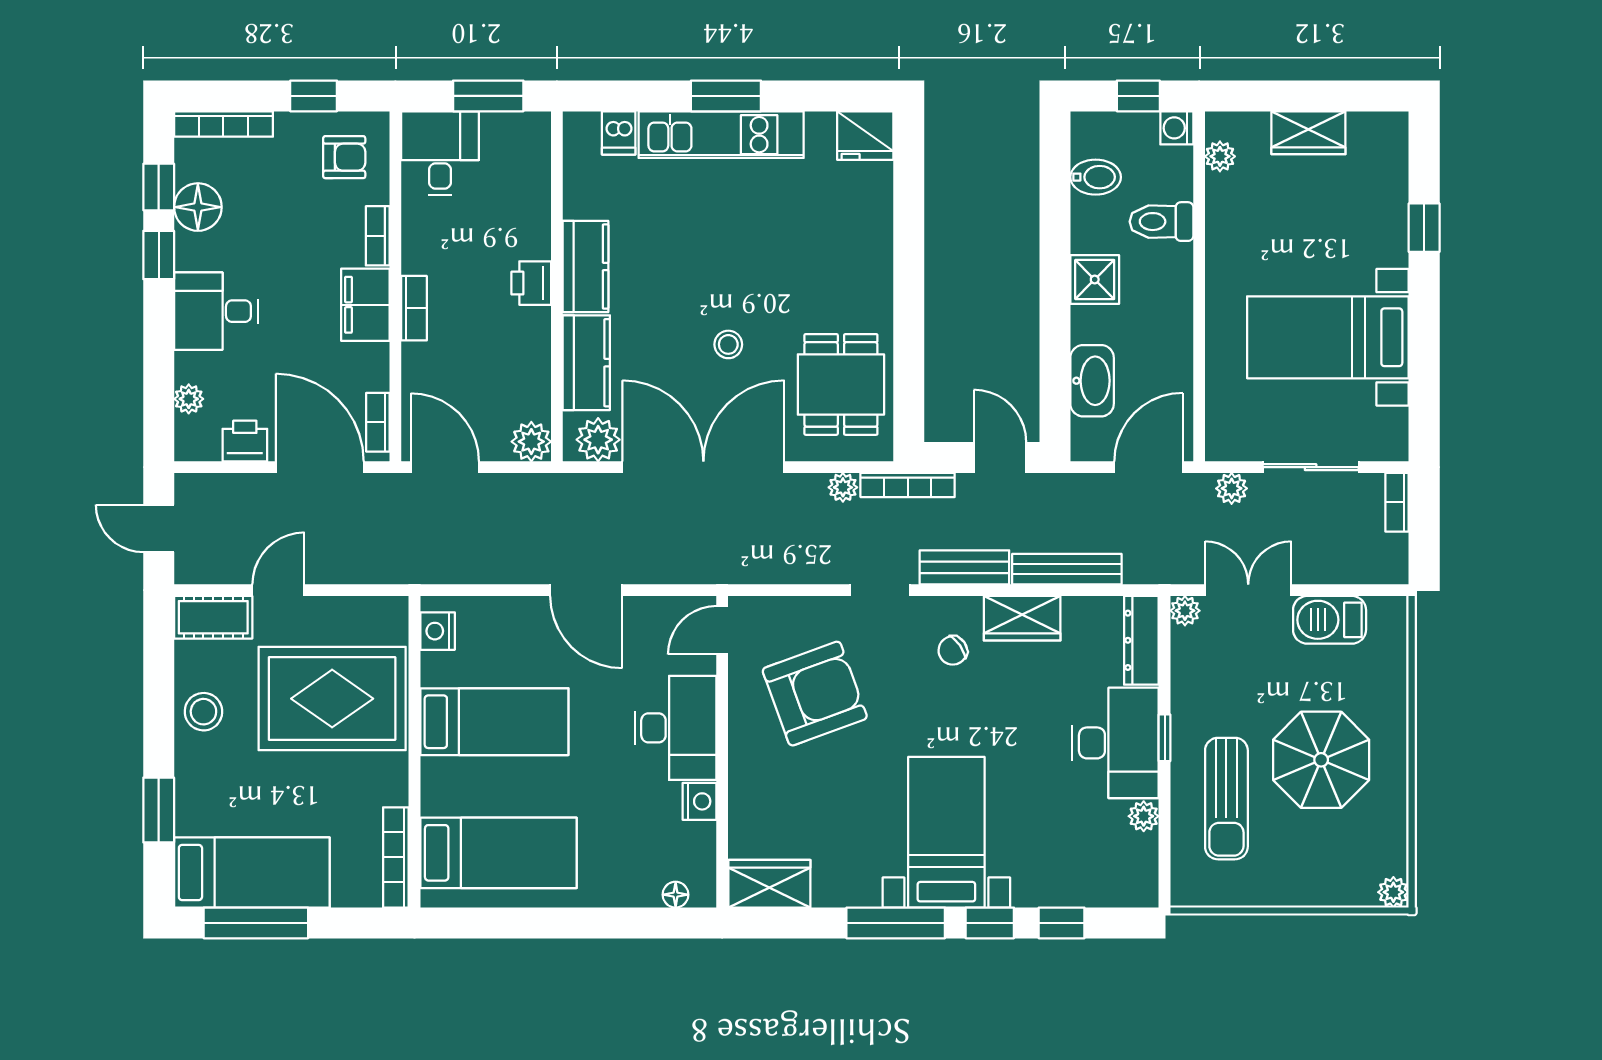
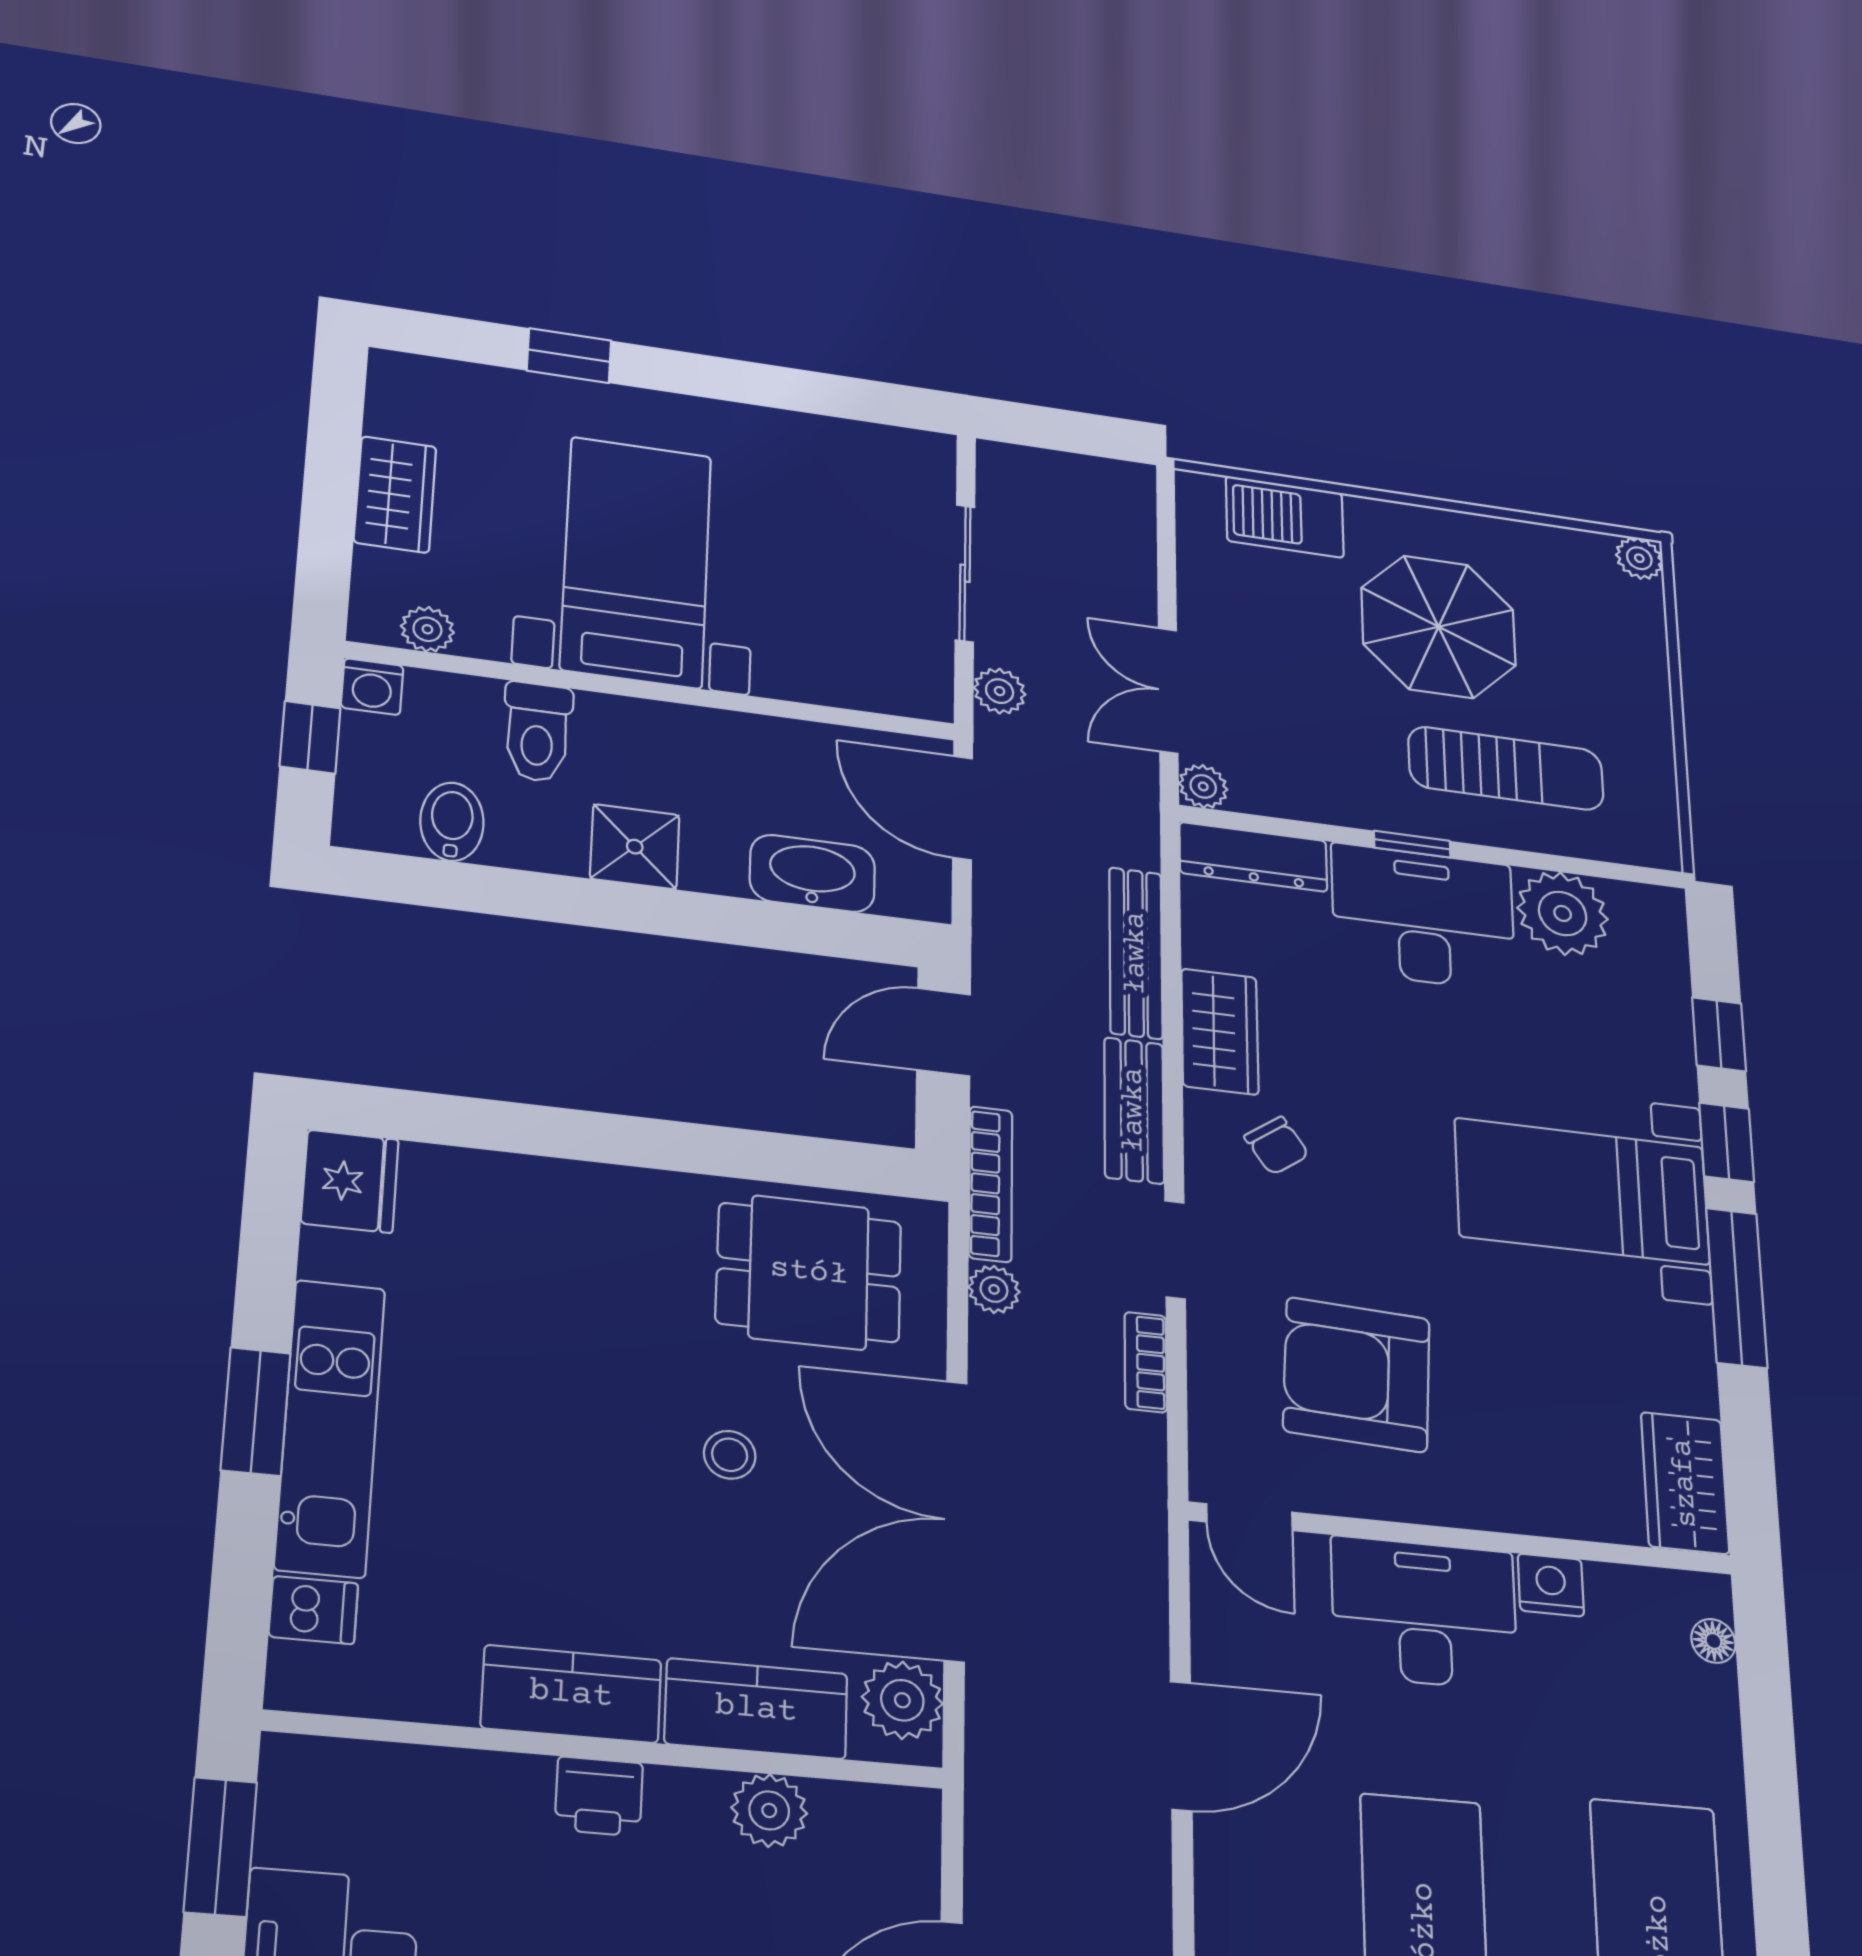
bed with nightstands: (1328, 337) -> (636, 562), moved, turned 180
plant: (531, 442) -> (769, 1810), moved
bookcase: (1397, 502) -> (1146, 1362), moved, turned 90
barbecue: (1330, 620) -> (1285, 517), moved, turned 90
armchair: (815, 694) -> (1357, 1375), turned -67
plant: (1144, 816) -> (1563, 913), width x1.88, depth x1.88

